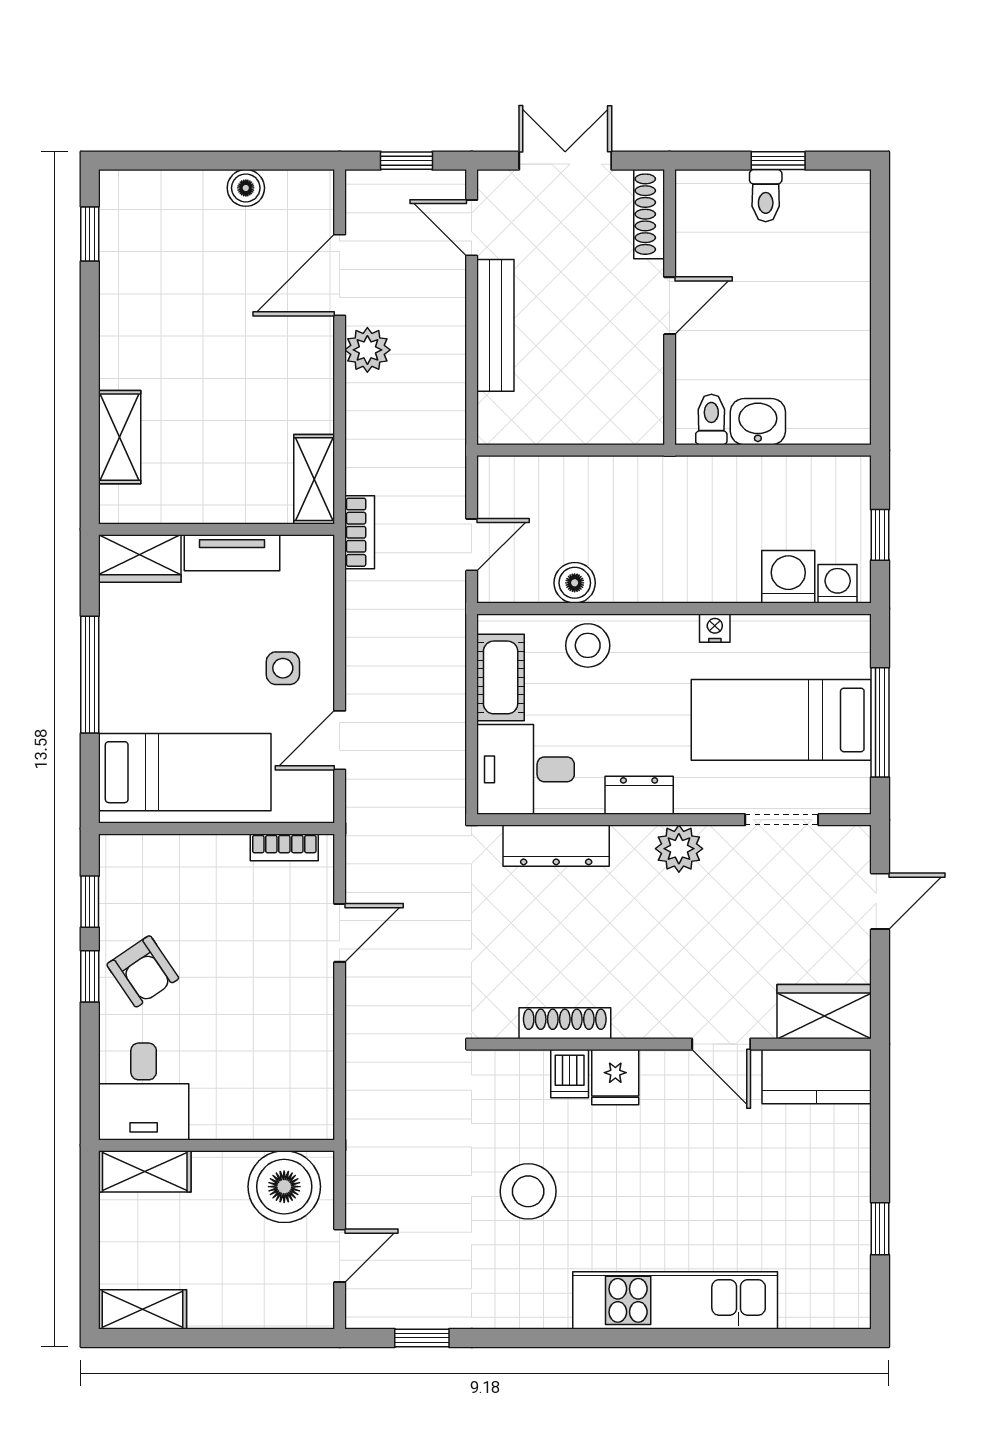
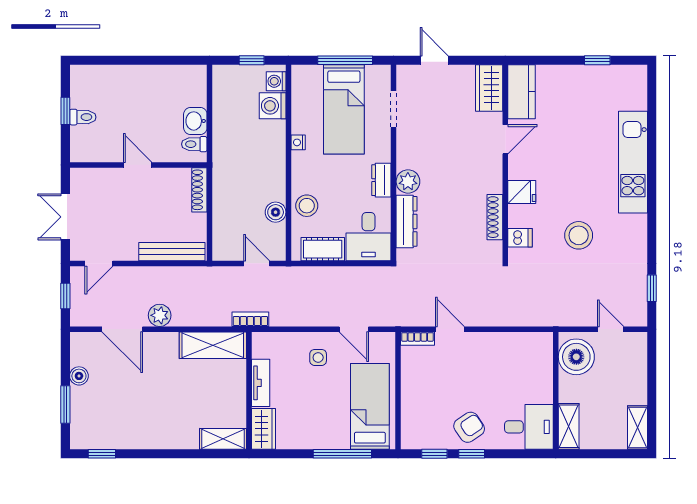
window: (188, 161) -> (65, 404), added
shoe rack: (649, 214) -> (199, 190), moved, turned 90
bench: (495, 325) -> (172, 252), moved
shelving: (120, 437) -> (223, 439), moved
shelving: (314, 479) -> (213, 345), width x1.50, depth x1.33
window: (90, 675) -> (342, 454), moved
bookcase: (284, 847) -> (417, 339), moved, turned 90
plant: (679, 849) -> (408, 181), moved
dishwasher: (570, 1074) -> (520, 238), moved

